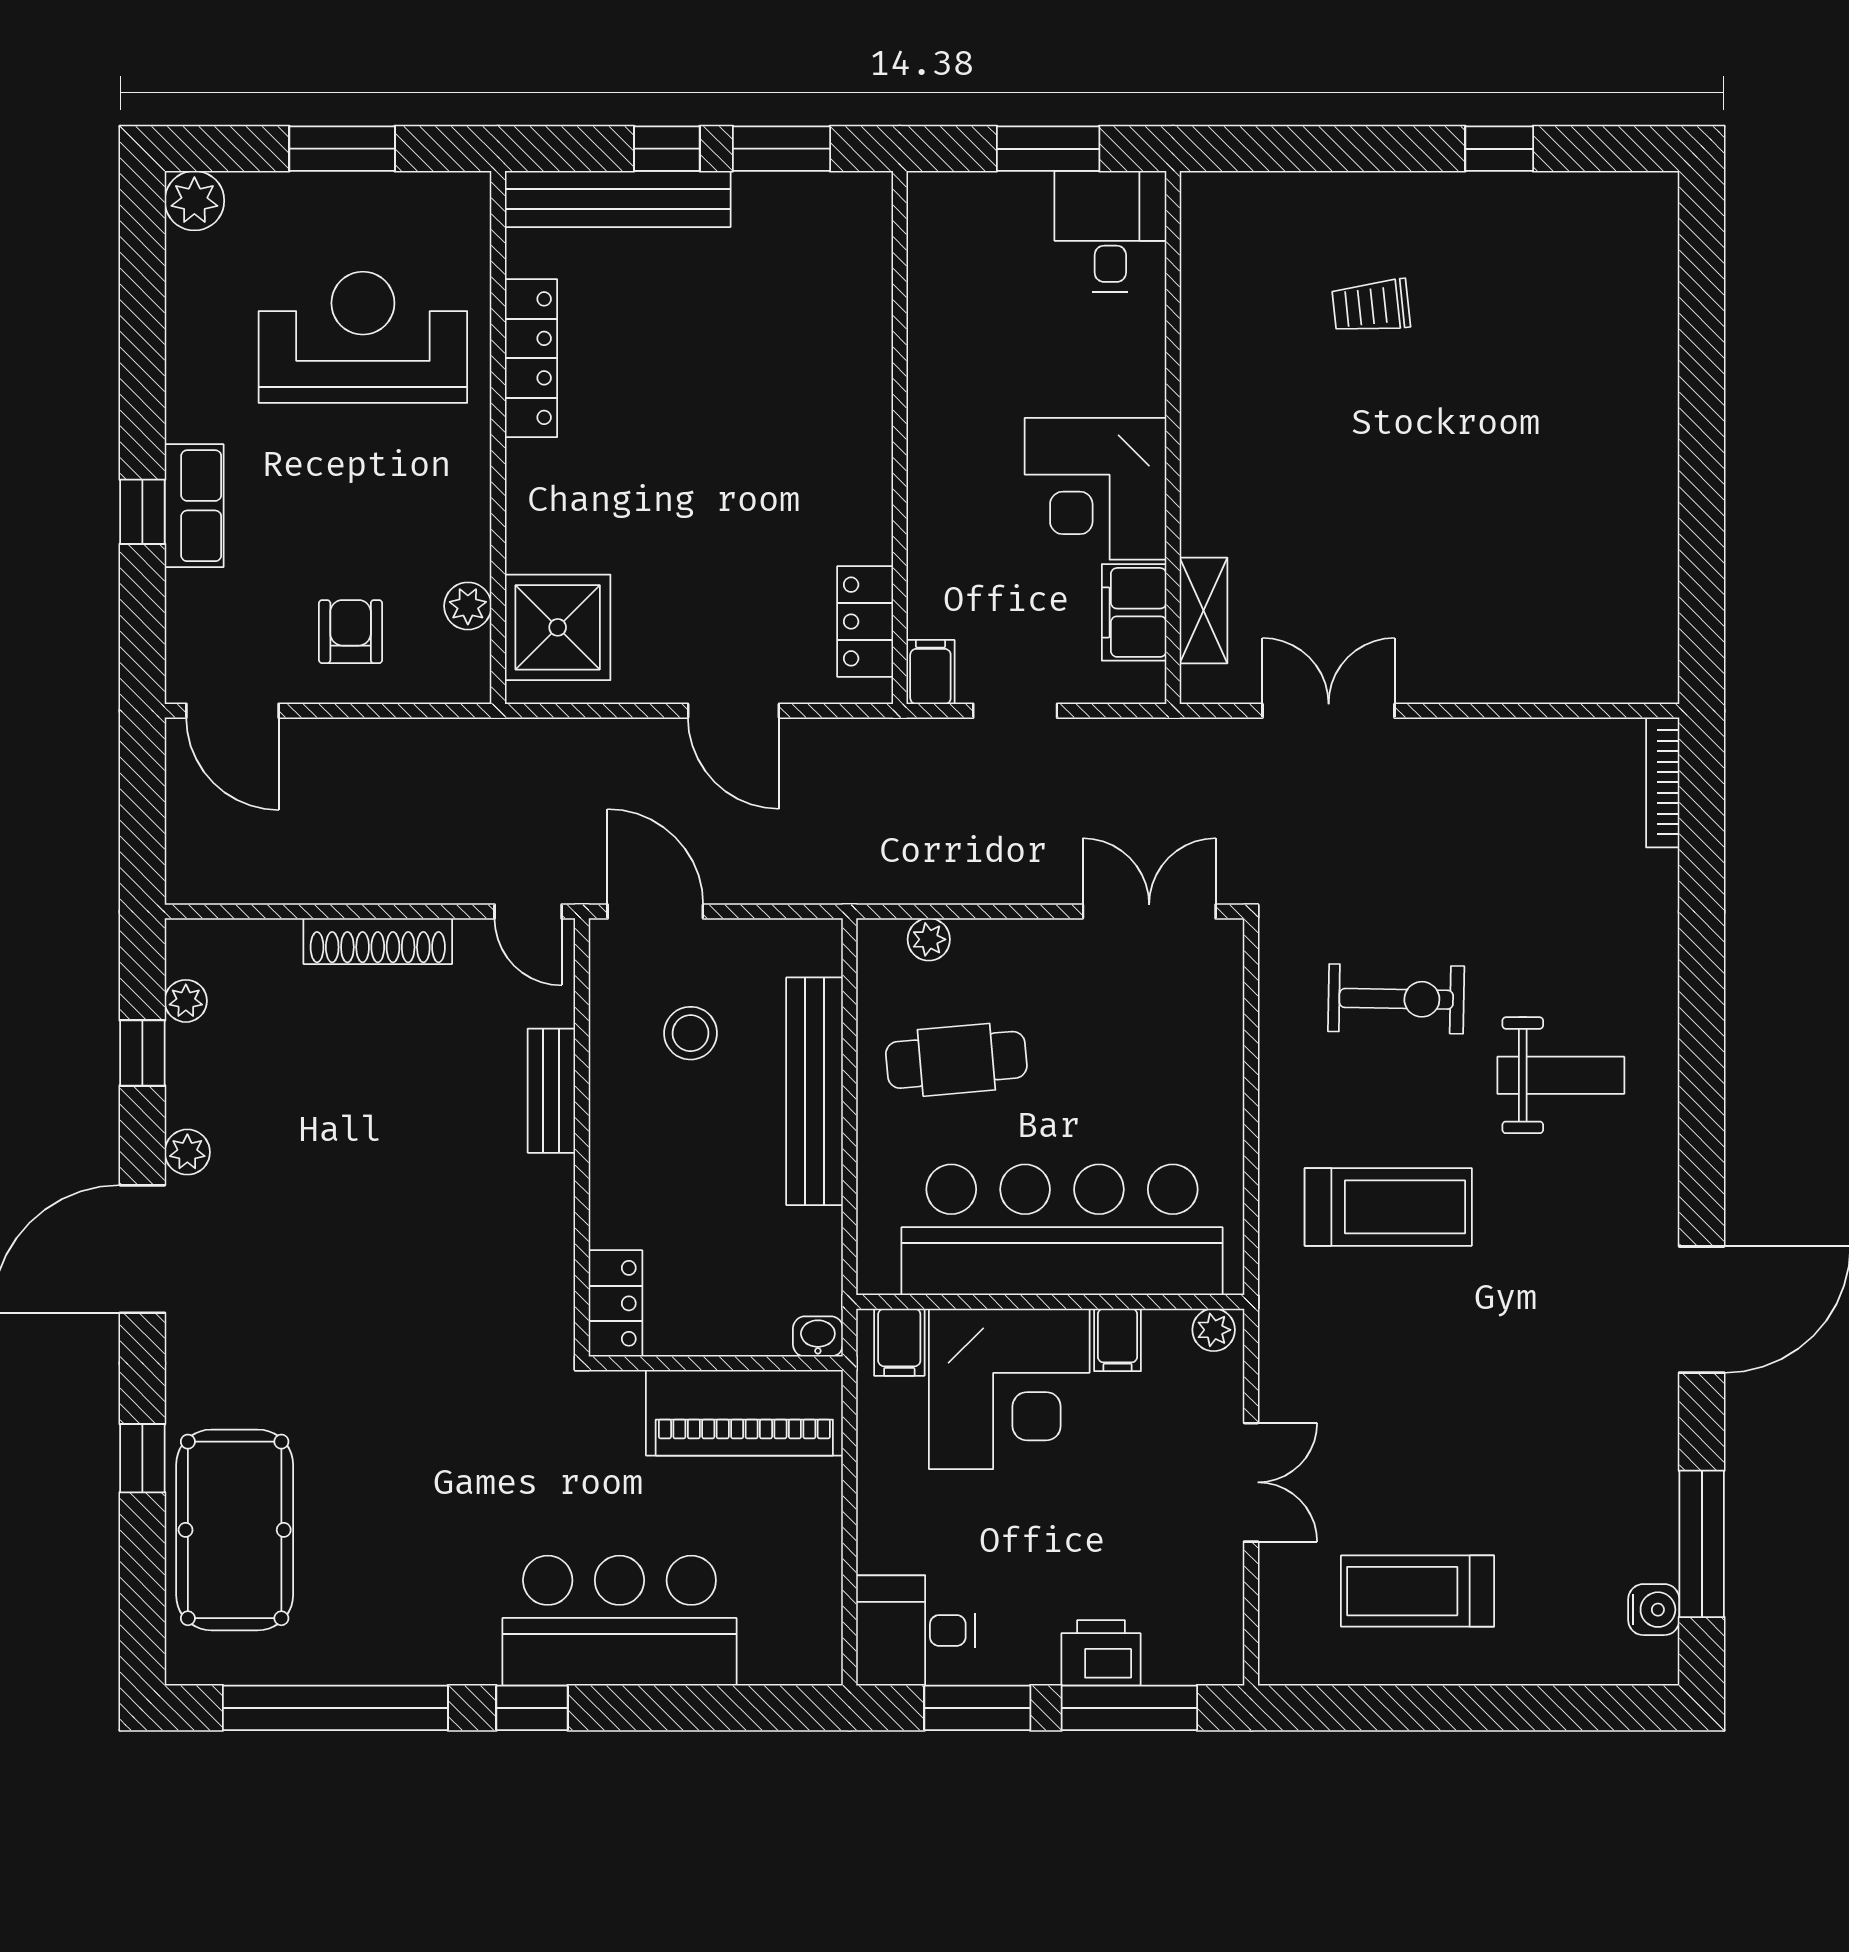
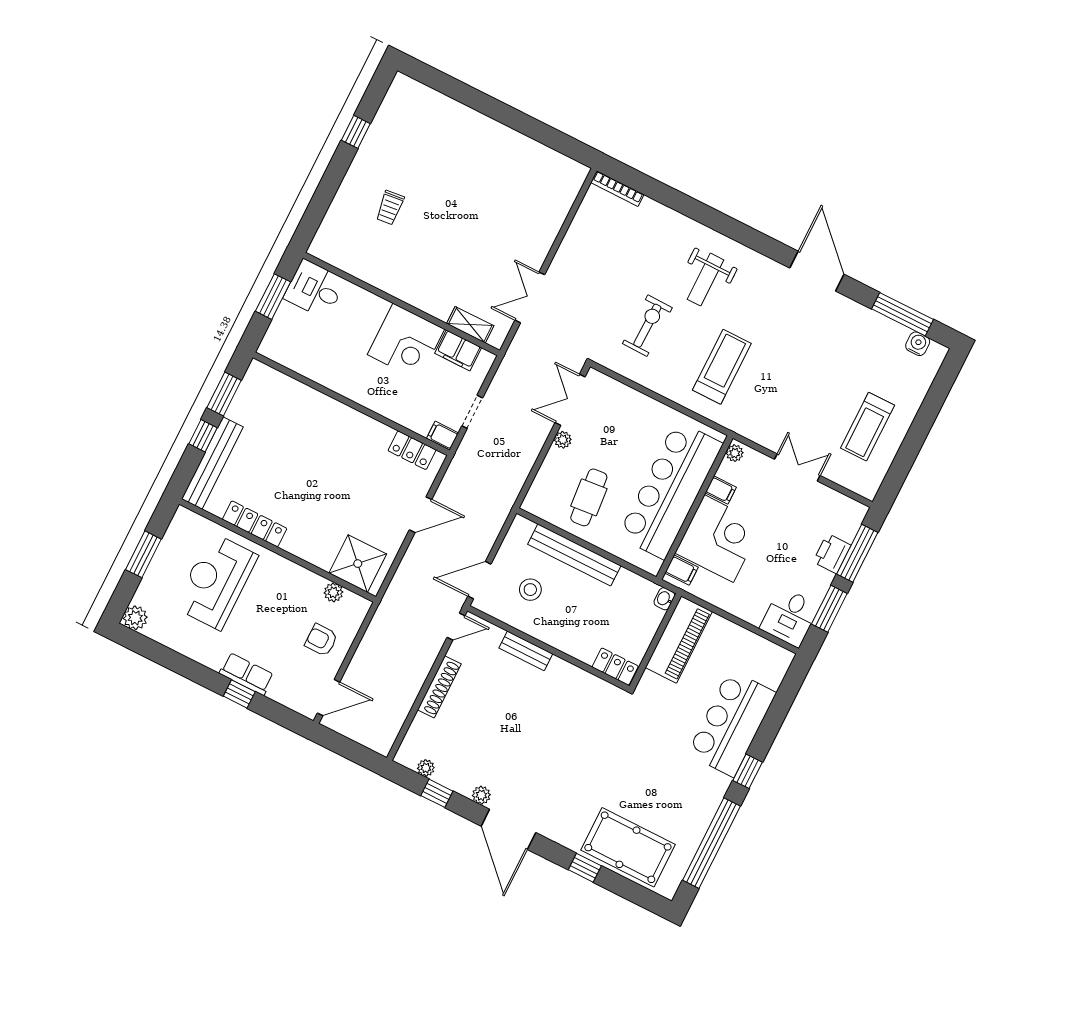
plant: (929, 939) -> (563, 440), moved
weight bench: (1561, 1075) -> (705, 280), turned 180

